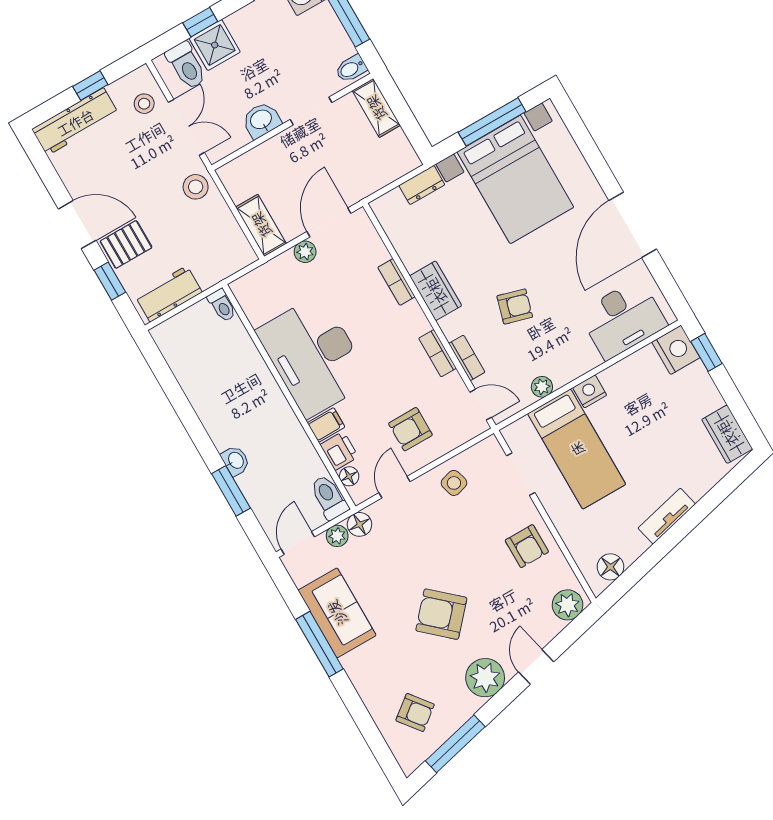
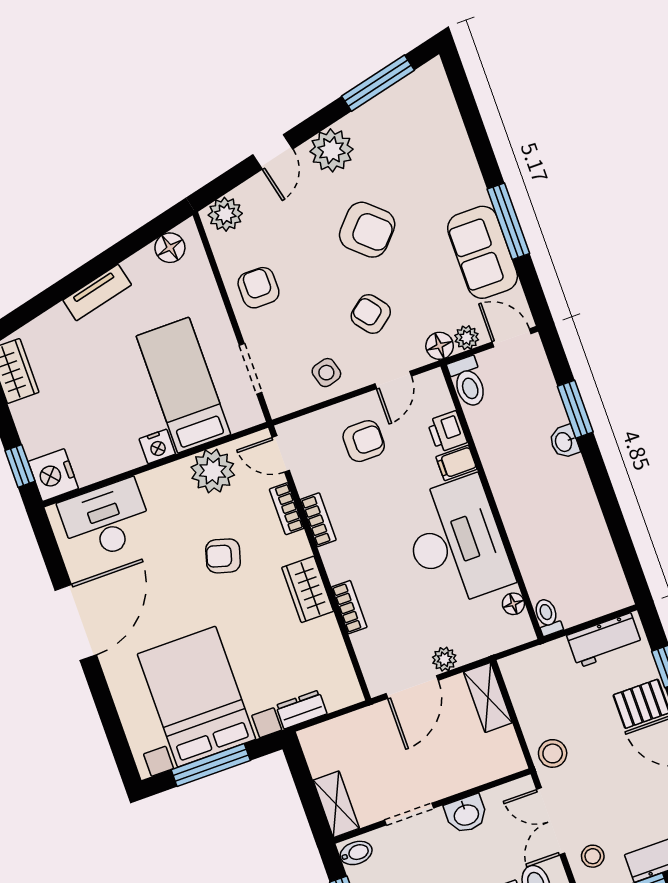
plant: (542, 387) -> (213, 471), width x1.88, depth x1.88
floor lamp: (349, 476) -> (513, 604), moved
door: (298, 543) -> (512, 338), swing flipped
armchair: (415, 712) -> (371, 314), moved

